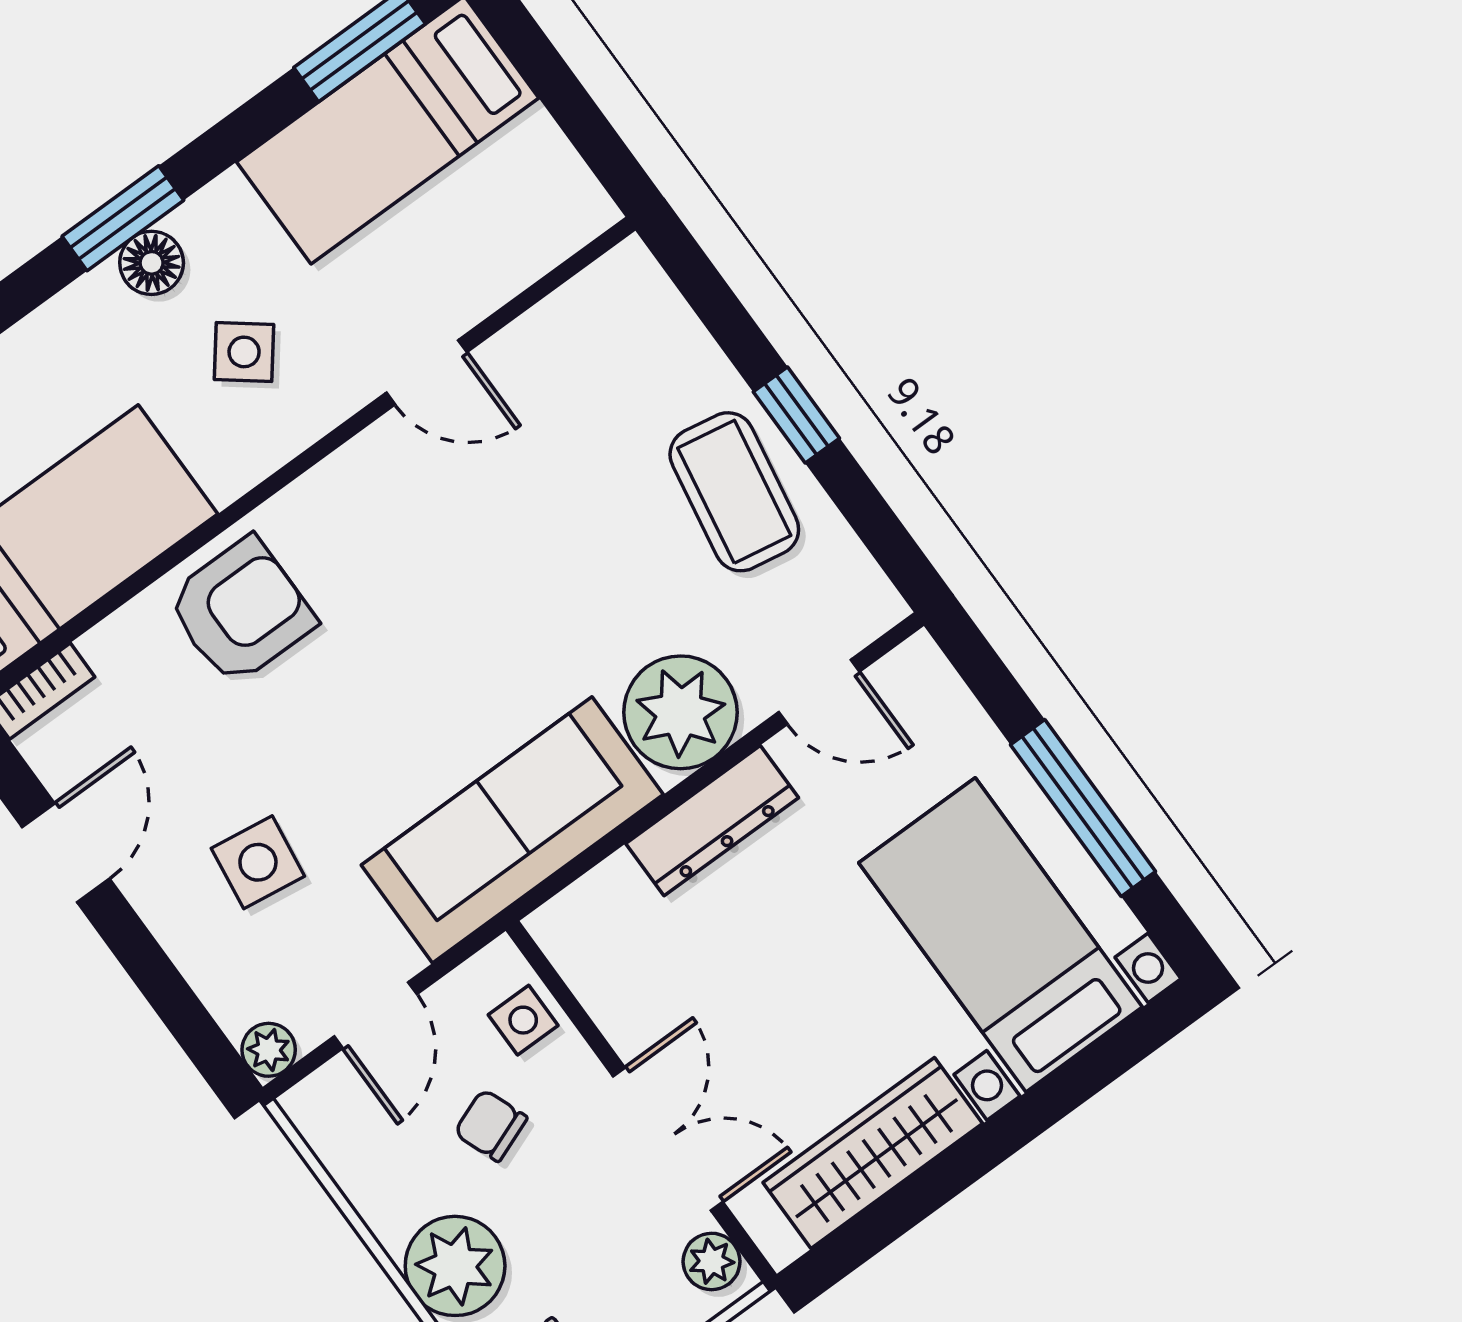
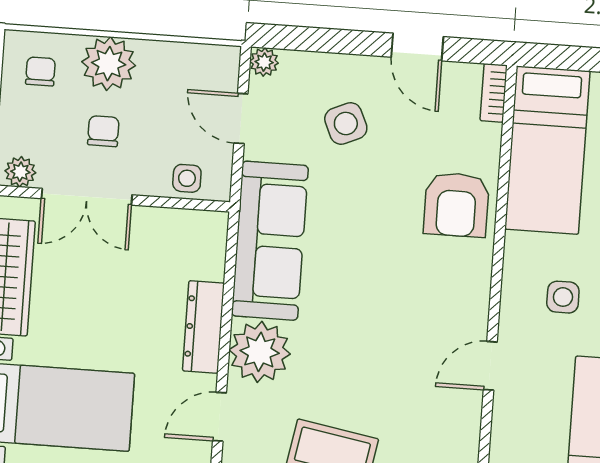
side table: (244, 352) -> (563, 297), turned -38
side table: (258, 862) -> (346, 123), turned -32
chair: (491, 1125) -> (103, 131), moved, turned -69

